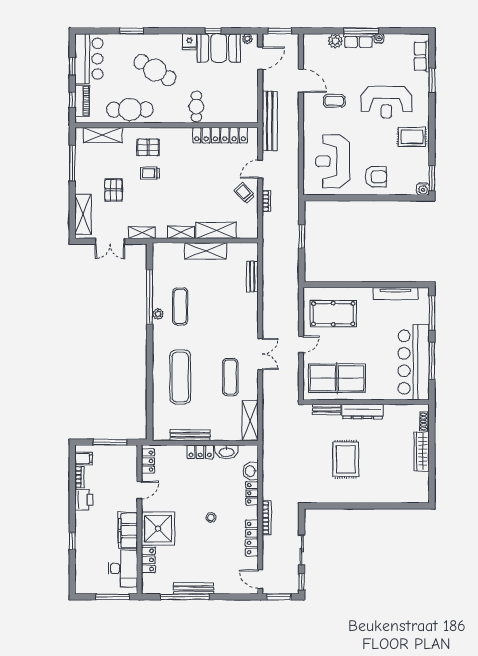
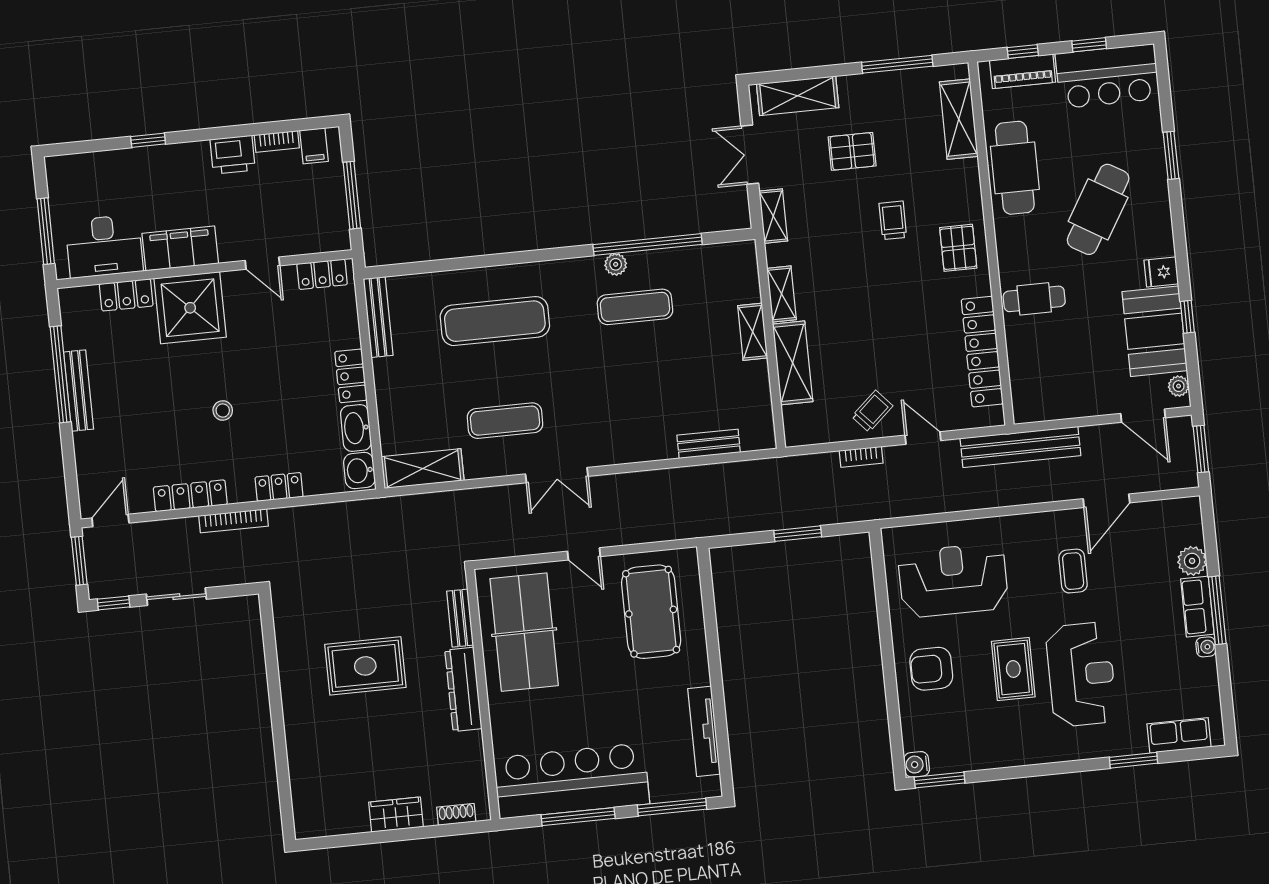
reception desk: (386, 102) -> (1081, 674), turned 180
rug: (412, 137) -> (1013, 669), moved
pallet: (148, 147) -> (958, 248), moved
armchair: (376, 177) -> (931, 669), turned 90
shelving: (205, 251) -> (753, 332), width x0.67, depth x0.75
bench: (190, 435) -> (378, 317), moved
wardrobe: (422, 451) -> (396, 815), width x0.67
washbasin: (251, 471) -> (359, 471), moved, turned -90

